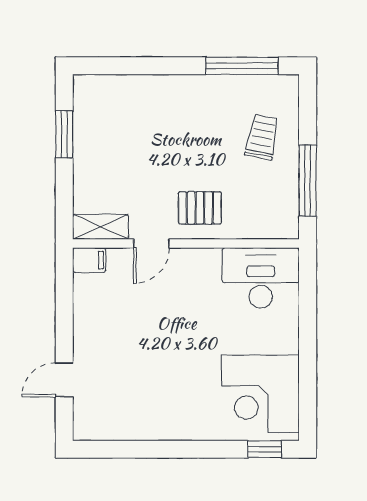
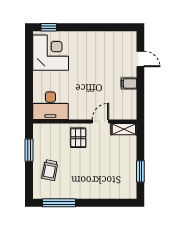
window: (308, 181) -> (29, 150), width x0.69
pallet: (200, 208) -> (78, 138), turned 90
filing cabinet: (89, 260) -> (129, 83), moved
door: (64, 380) -> (140, 59), hinge flipped

